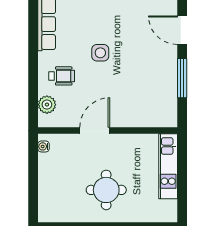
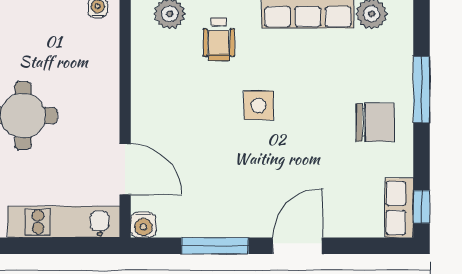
water cooler: (170, 120) -> (143, 225), added
door: (95, 130) -> (125, 169), moved

